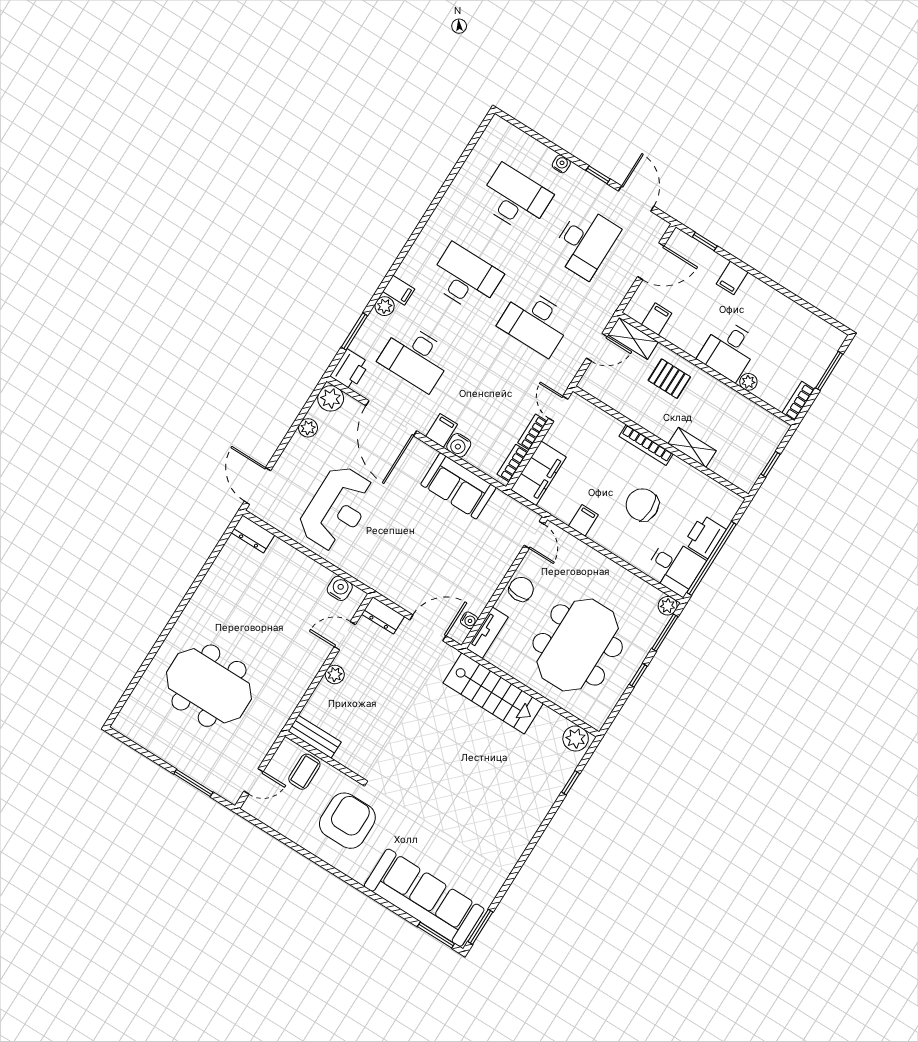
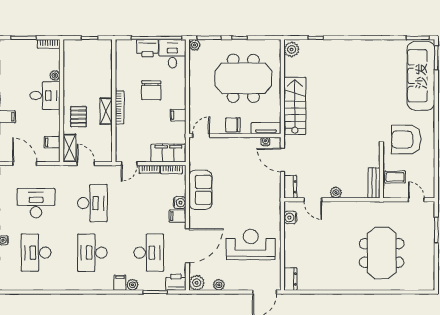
shelving: (692, 447) -> (106, 111), moved

